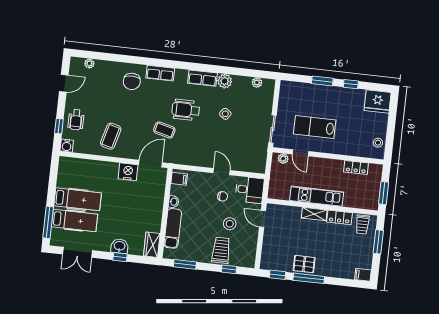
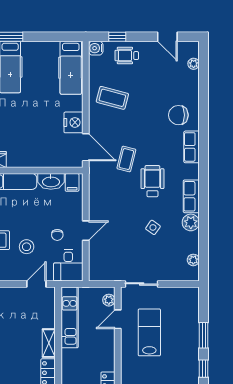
kitchen unit: (317, 196) -> (70, 317), moved
hospital bed: (78, 199) -> (71, 68), moved
washbasin: (174, 202) -> (51, 181), width x1.91, depth x1.45

